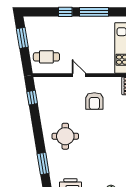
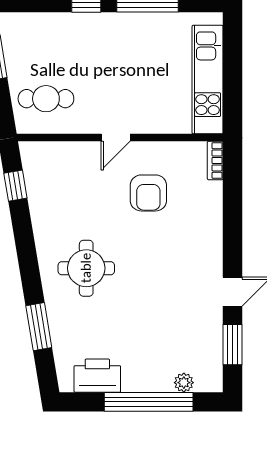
door: (79, 75) -> (116, 138), swing flipped

